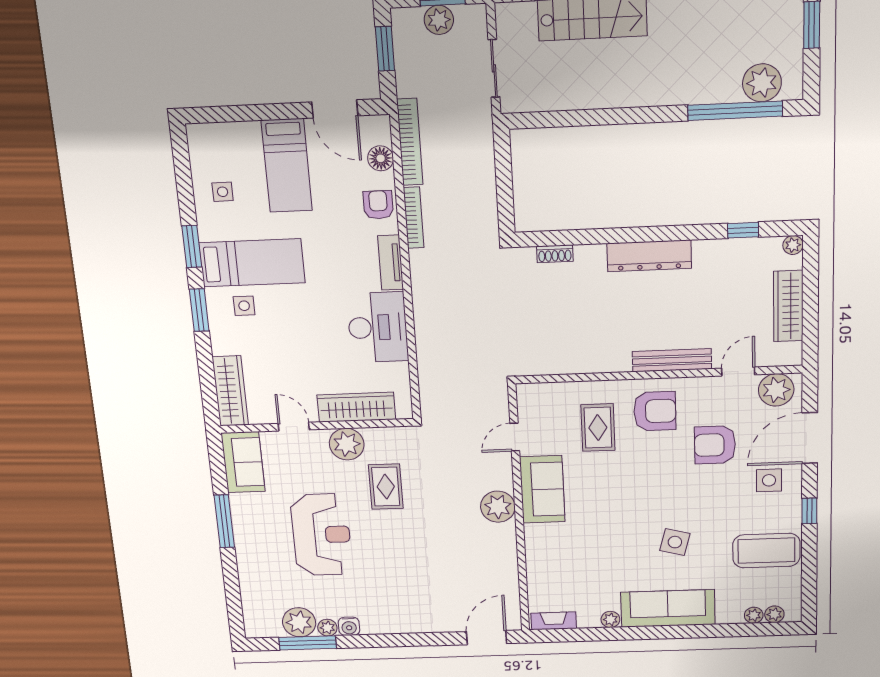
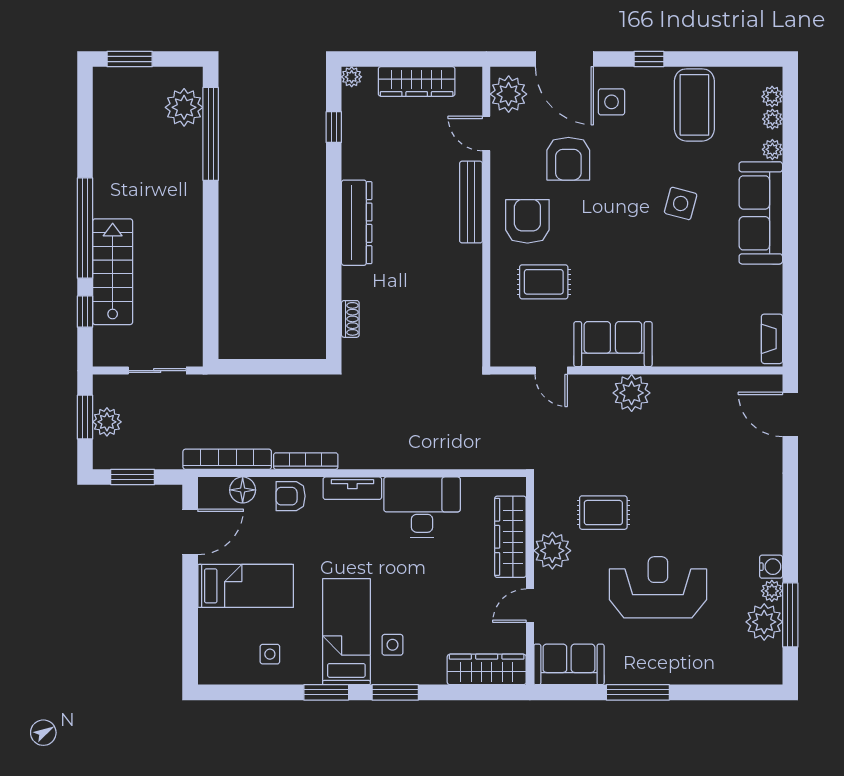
plant: (610, 619) -> (772, 149), moved

